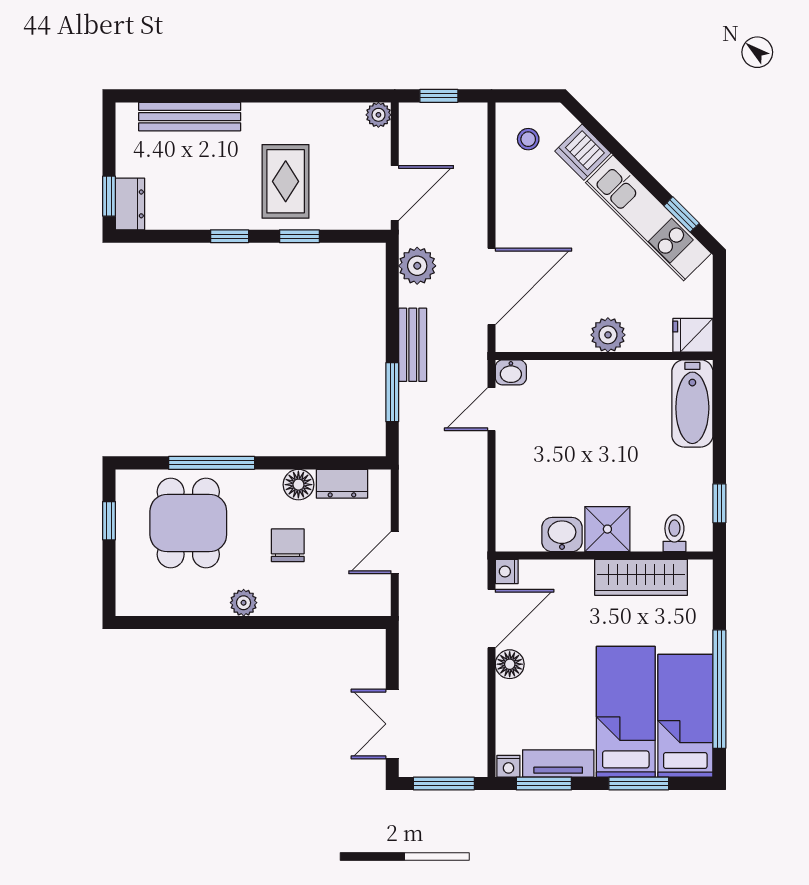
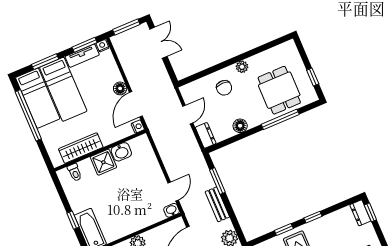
dresser: (342, 484) -> (206, 135), moved, turned 90
window: (719, 503) -> (73, 220), moved
chair: (288, 545) -> (224, 88), moved

